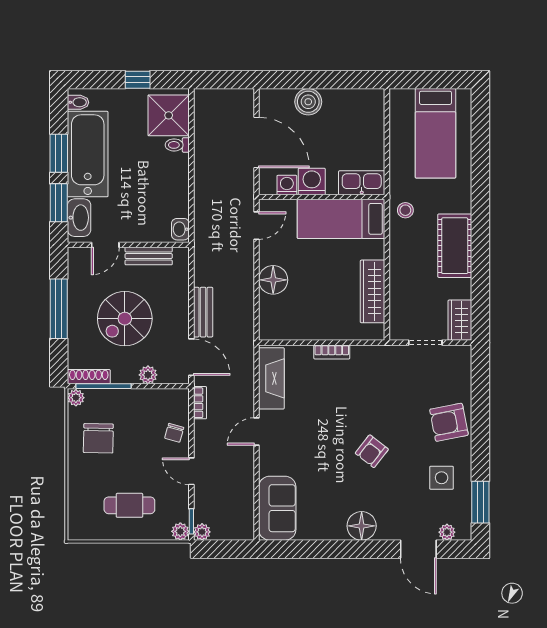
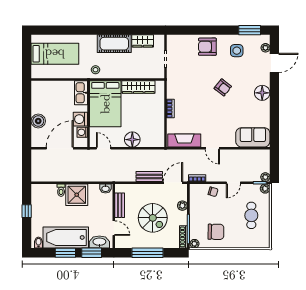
shower: (169, 115) -> (77, 195), moved
bed: (341, 219) -> (105, 104), width x1.50
wardrobe: (460, 320) -> (143, 41), moved
armchair: (449, 422) -> (207, 47), turned 101

